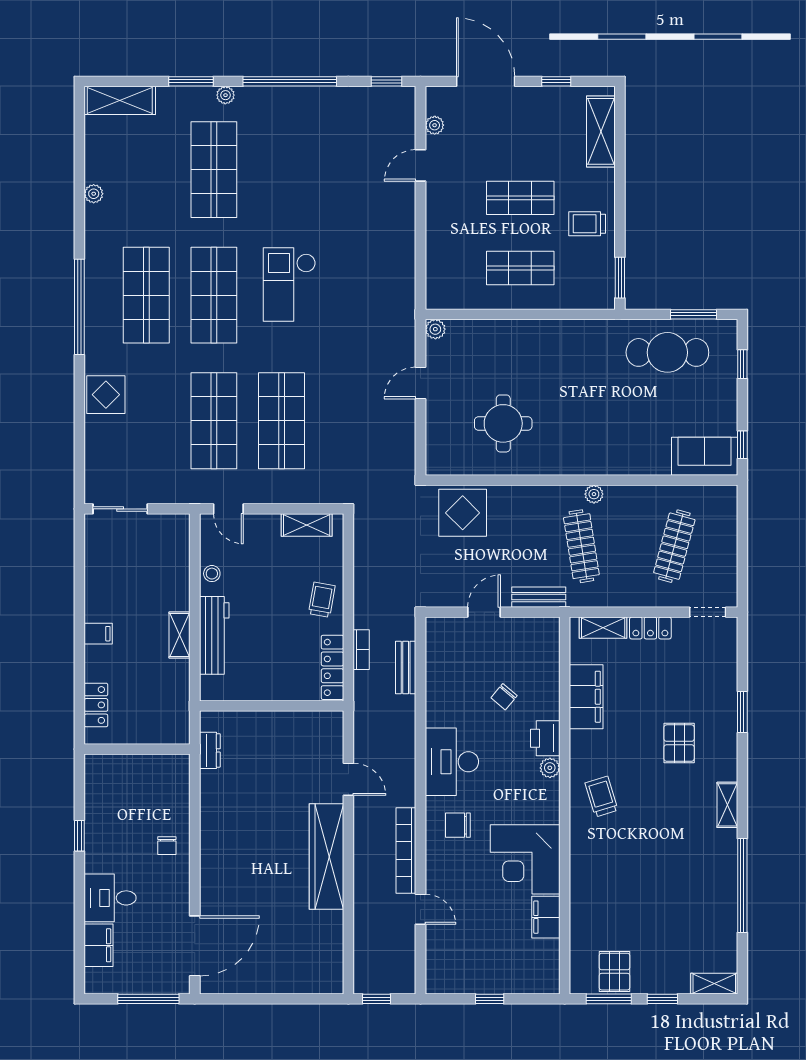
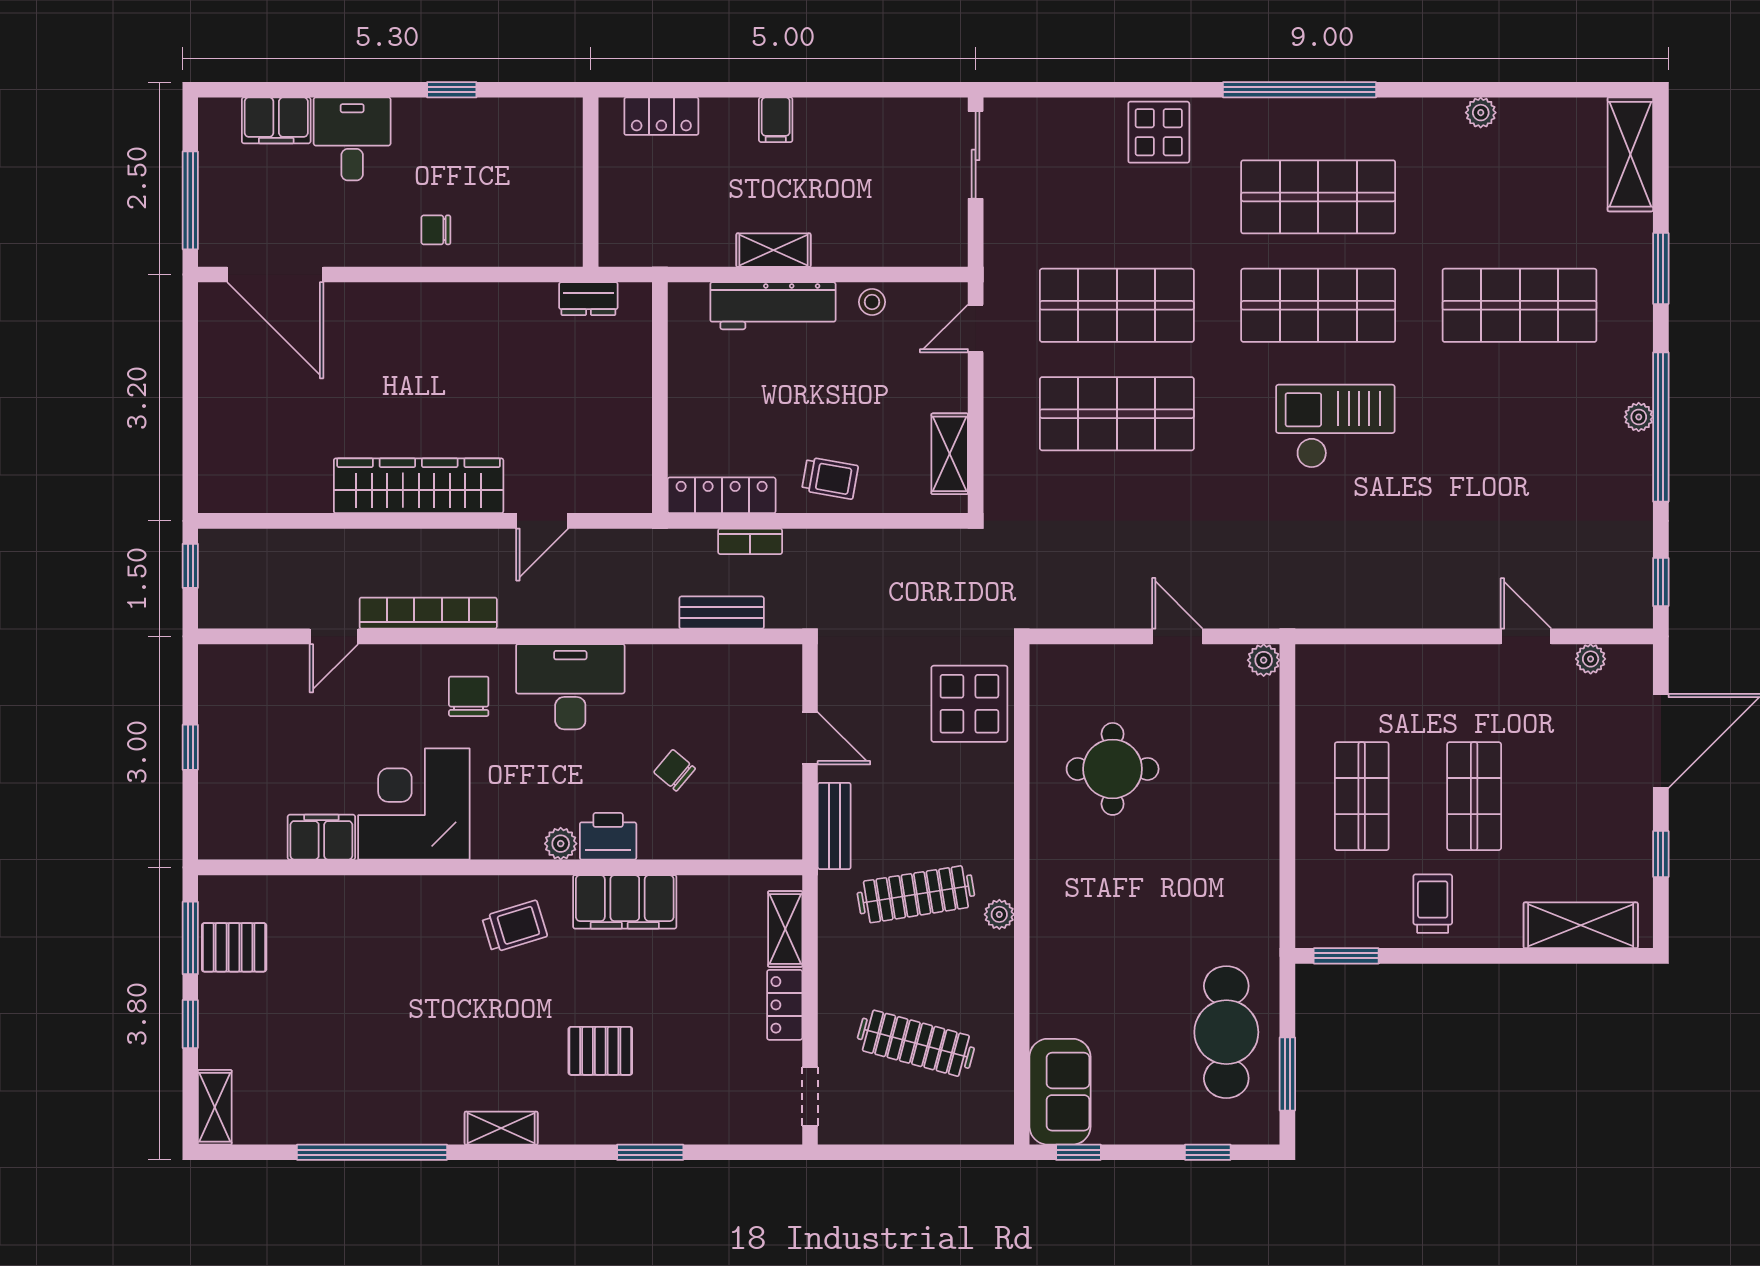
plant: (225, 95) -> (1639, 417), moved
filing cabinet: (586, 697) -> (625, 902), moved

